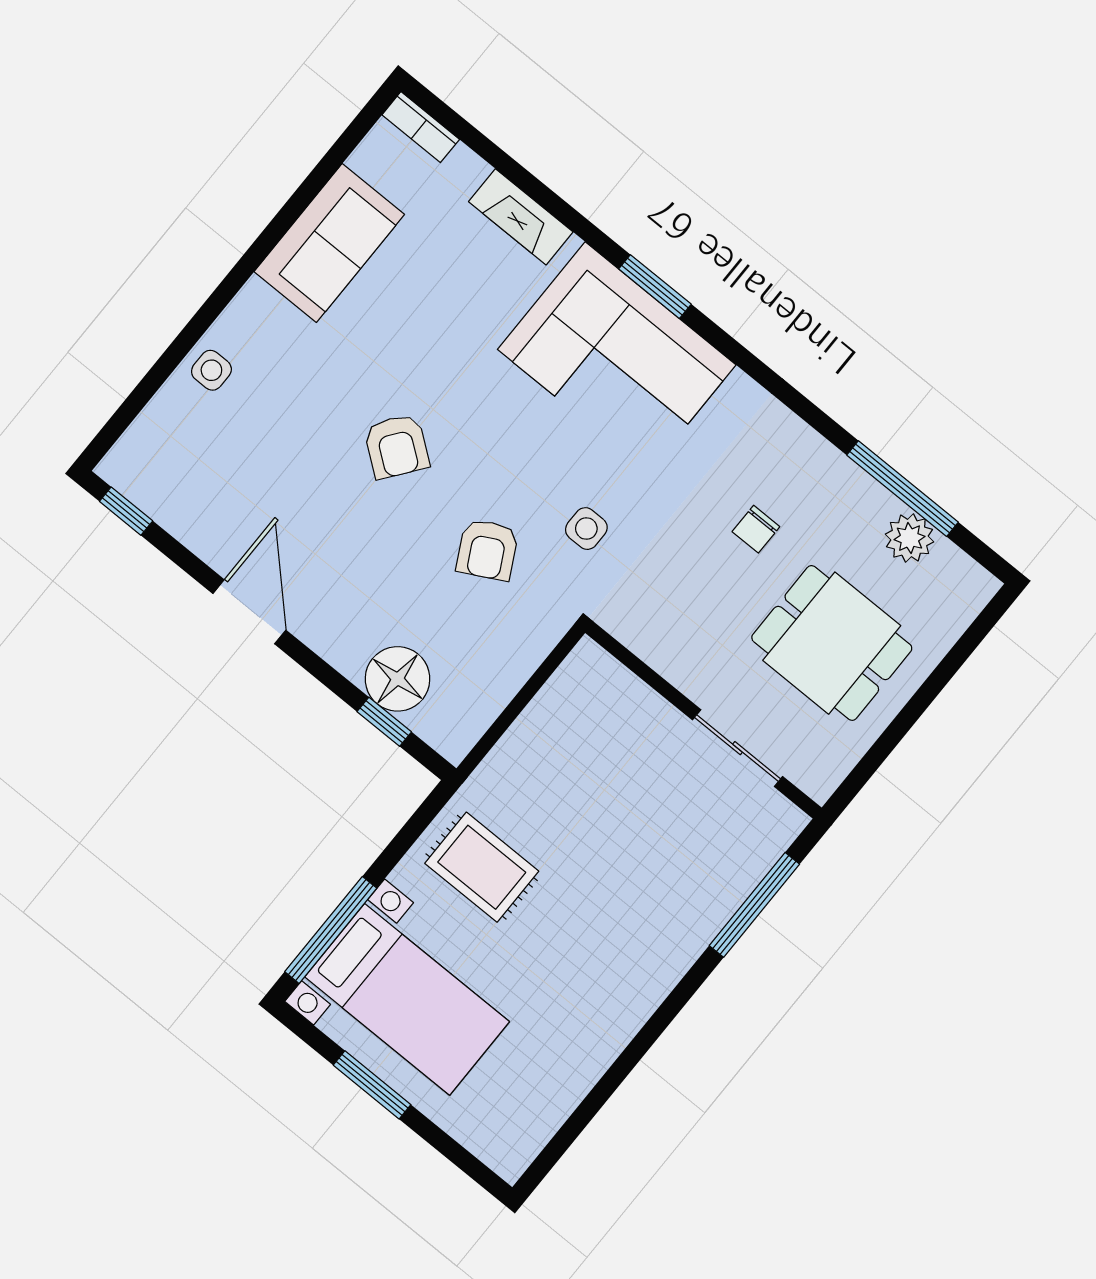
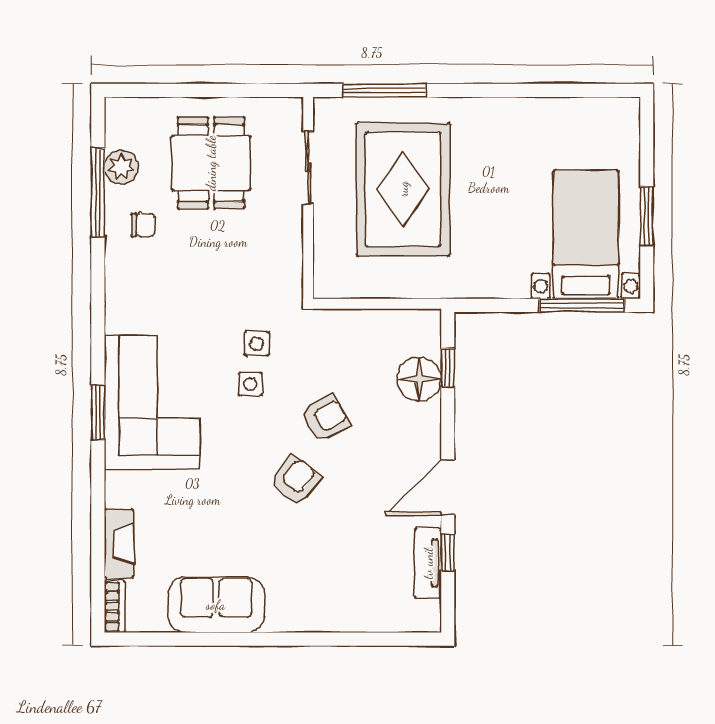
fireplace: (521, 217) -> (119, 544), moved
side table: (211, 370) -> (250, 384), moved
window: (126, 511) -> (448, 552), moved
tv unit: (182, 520) -> (428, 563), added
chair: (756, 529) -> (143, 225), moved
armchair: (487, 550) -> (325, 418), moved
rug: (482, 867) -> (403, 189), moved, width x1.86, depth x2.06

